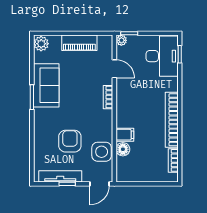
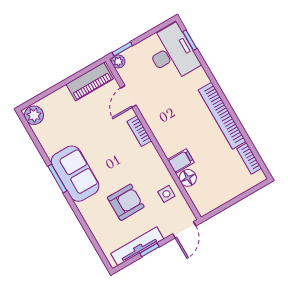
piano: (79, 43) -> (90, 82), moved
door: (114, 69) -> (128, 97), swing flipped
sofa: (46, 85) -> (75, 174), moved
armchair: (70, 141) -> (126, 202), turned 90
side table: (102, 152) -> (166, 194), width x0.54, depth x0.54

